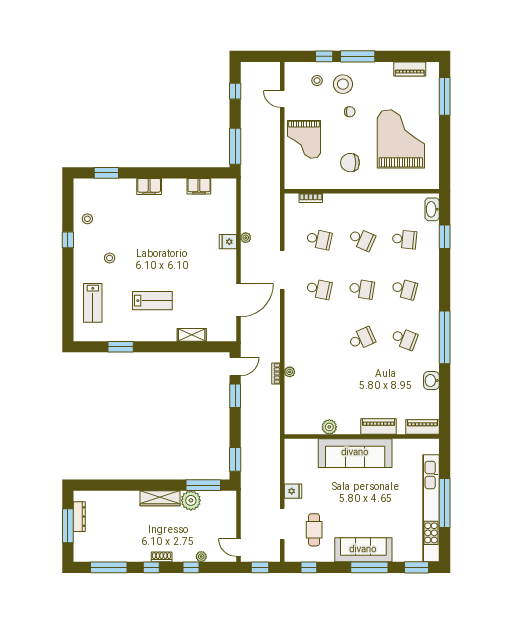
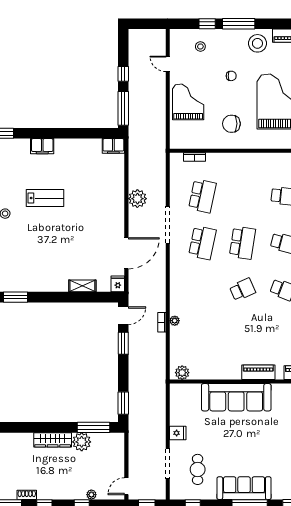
stool: (343, 84) -> (257, 43), moved
window: (235, 91) -> (123, 74), moved
grand piano: (304, 139) -> (188, 102), turned 180
filing cabinet: (199, 186) -> (113, 146), moved
plant: (246, 238) -> (137, 199), width x1.88, depth x1.88
school desk: (319, 239) -> (202, 196), width x1.85
school desk: (362, 239) -> (242, 196), removed
fridge: (228, 242) -> (118, 284), moved, turned 90
school desk: (319, 289) -> (202, 243), width x1.85
school desk: (362, 289) -> (242, 243), width x1.85
lab bench: (152, 301) -> (45, 198), moved
plant: (329, 427) -> (182, 373), moved
door: (238, 548) -> (126, 486), hinge flipped
shoe rack: (162, 557) -> (27, 495), moved

